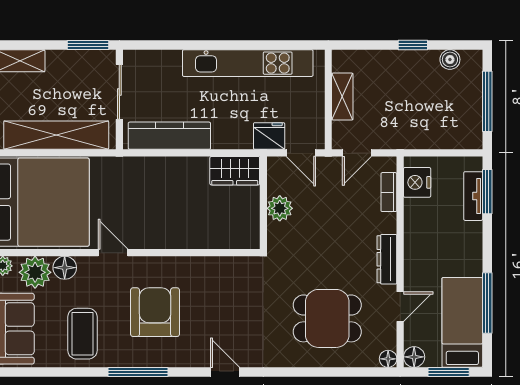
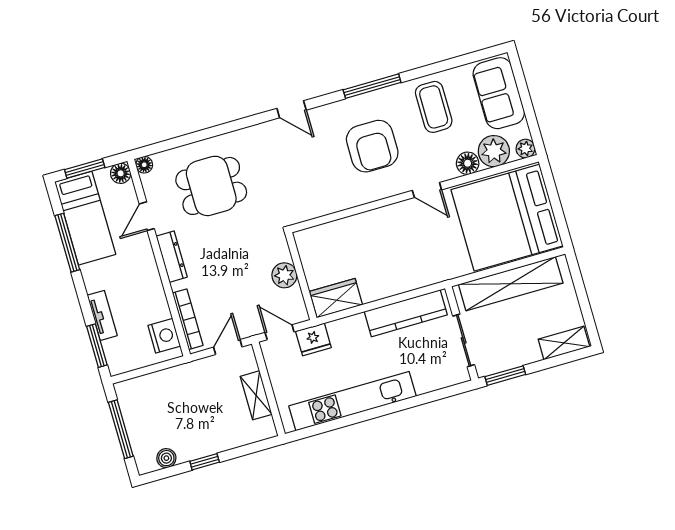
bookcase: (389, 192) -> (188, 319), width x1.56
tv unit: (473, 196) -> (102, 315), moved

